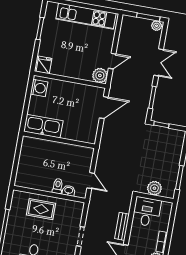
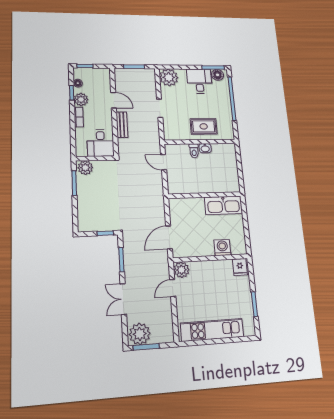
plant: (157, 26) -> (140, 334), width x1.88, depth x1.88
washing machine: (39, 88) -> (222, 248), moved, turned 90
plant: (154, 188) -> (85, 168), moved
washbasin: (69, 191) -> (205, 148), moved

